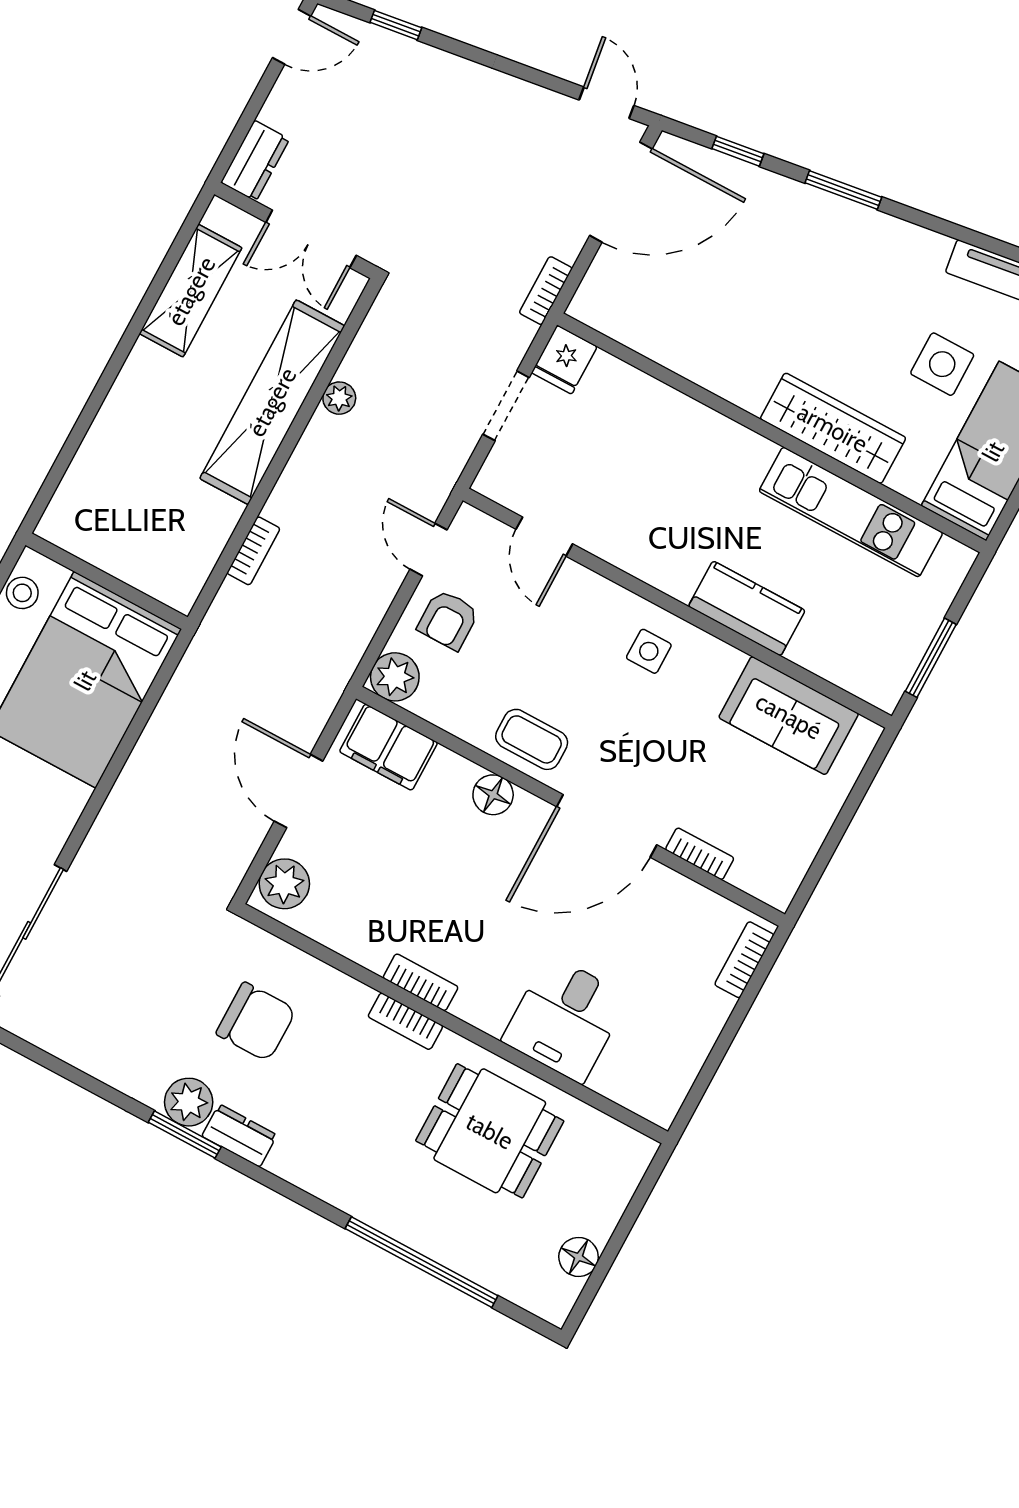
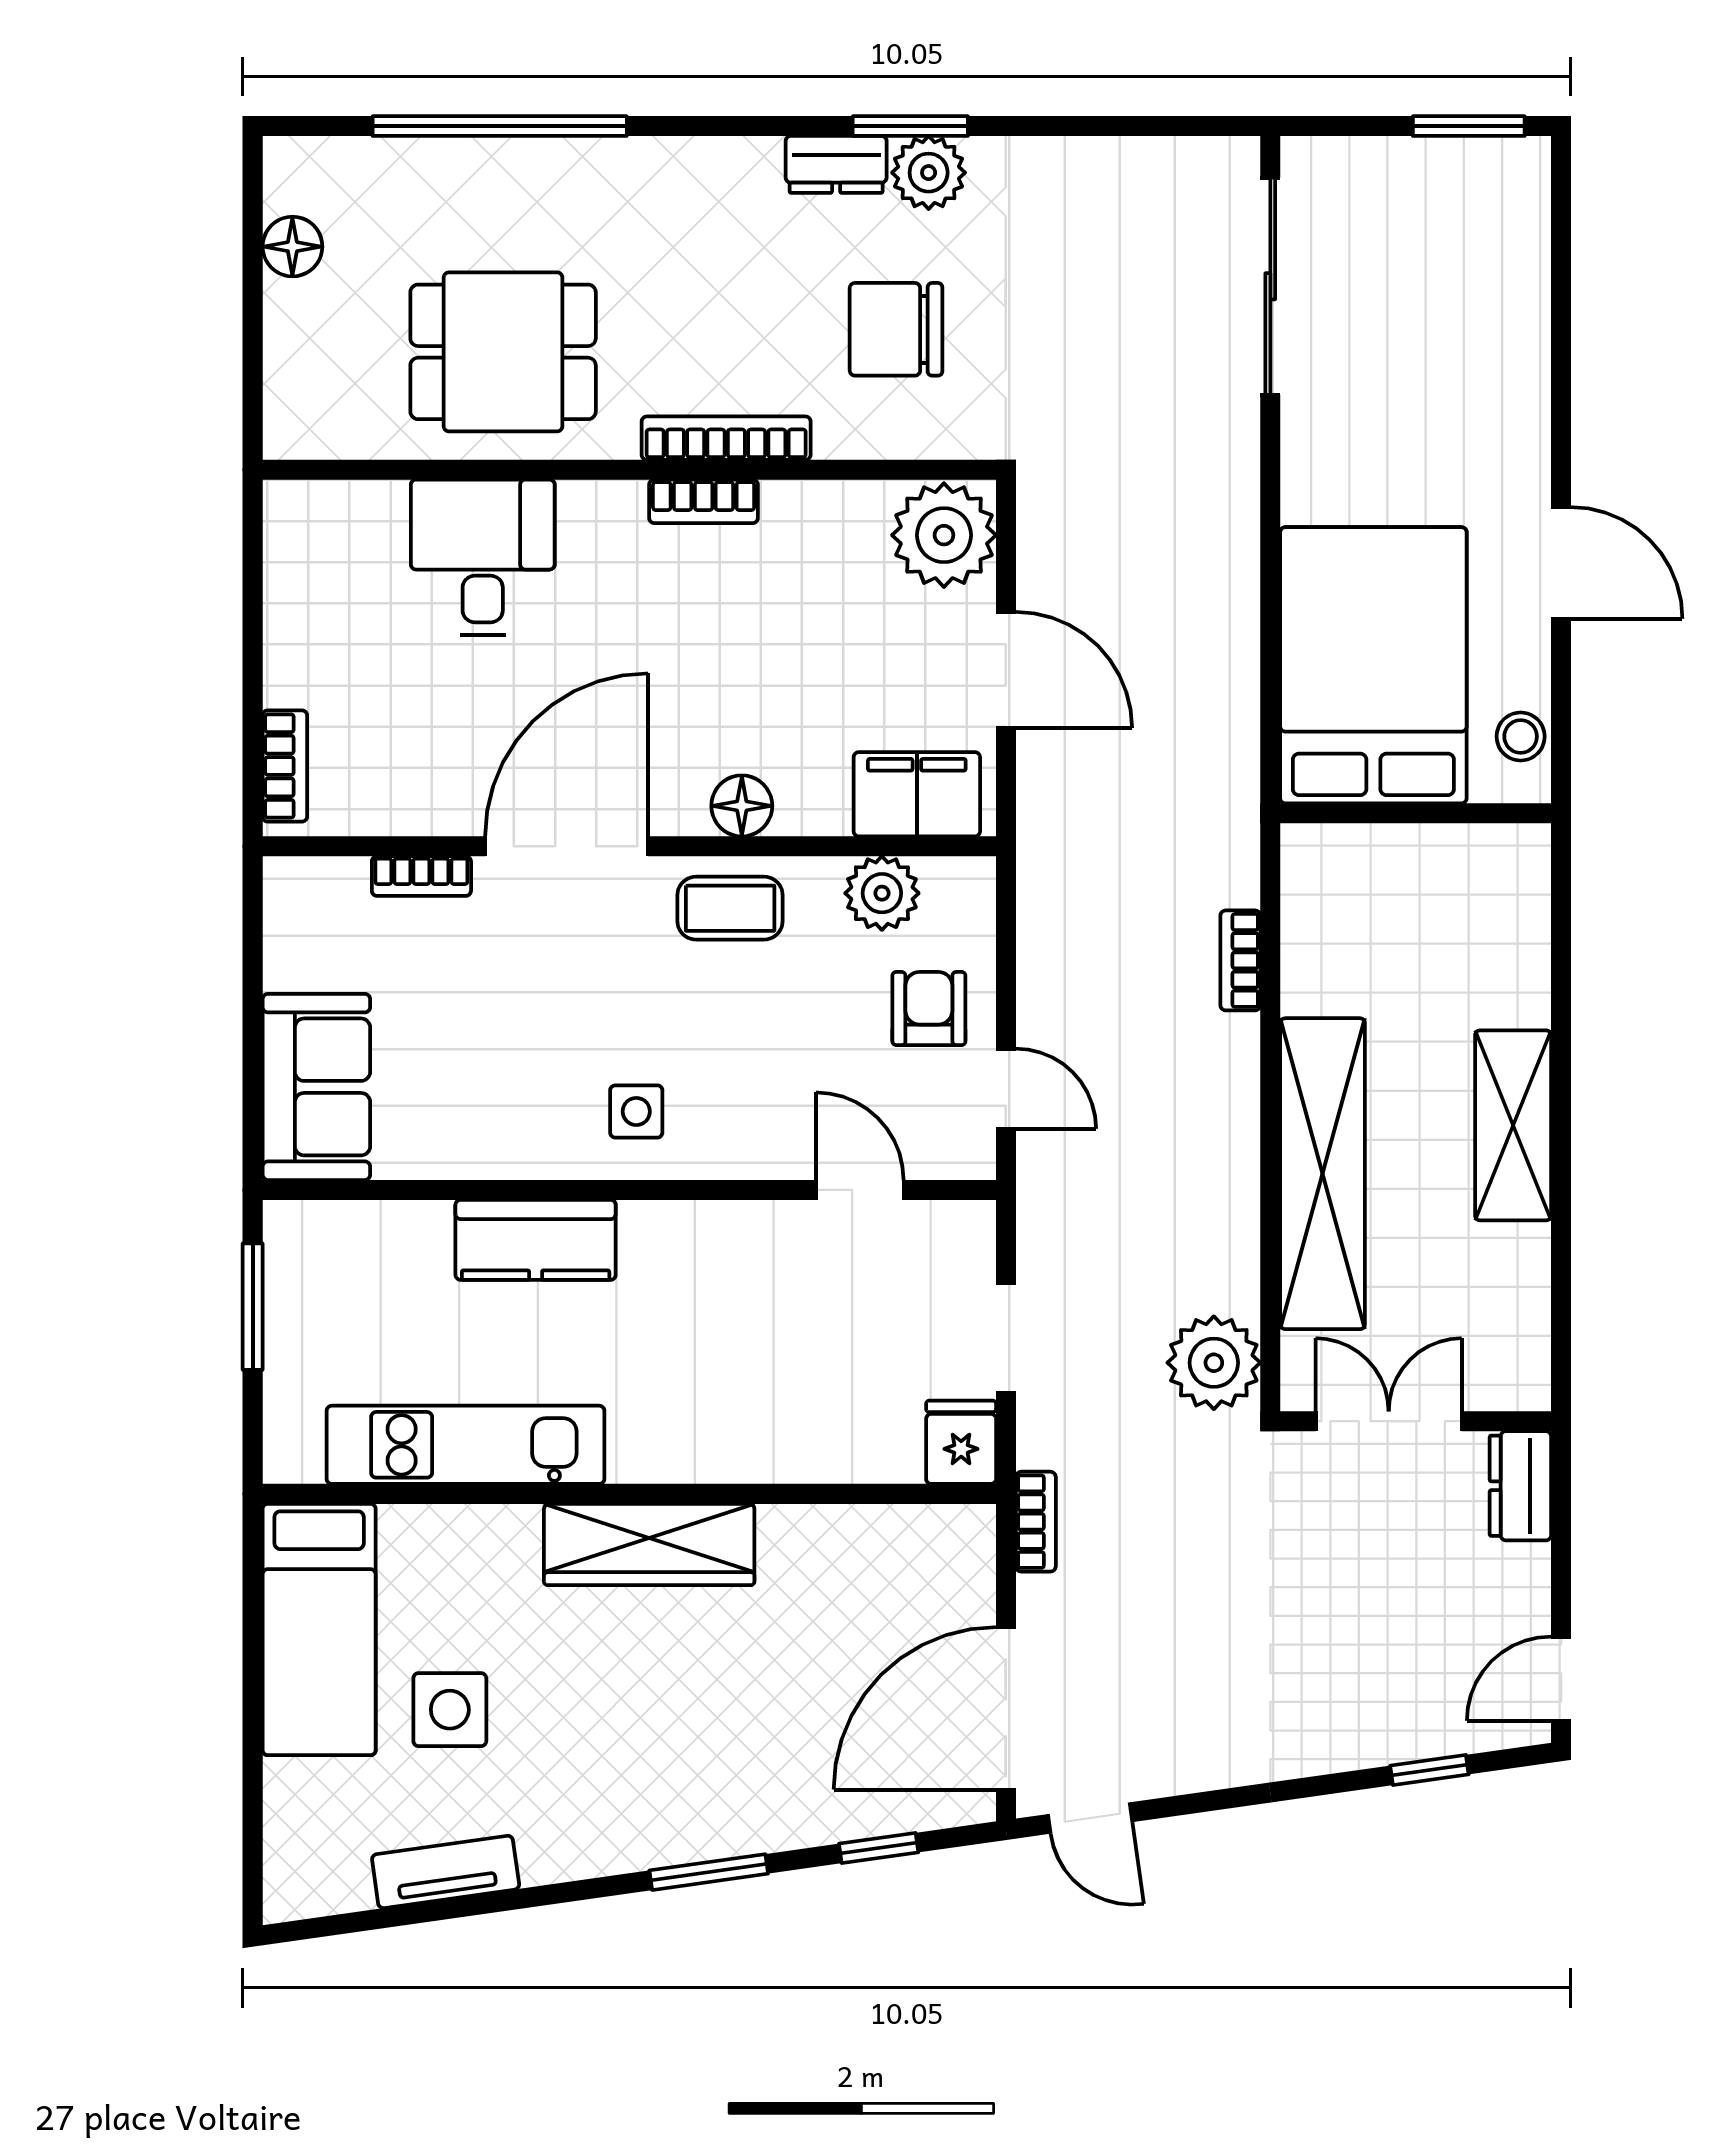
shelving: (191, 291) -> (1513, 1125), moved
plant: (339, 398) -> (1214, 1363), moved, width x1.88, depth x1.88
wardrobe: (833, 428) -> (649, 1545), moved
plant: (395, 677) -> (882, 893), moved
sofa: (789, 716) -> (316, 1087), moved, turned 90
plant: (284, 884) -> (944, 535), width x1.36, depth x1.36
bookcase: (405, 1021) -> (726, 438), width x1.56

